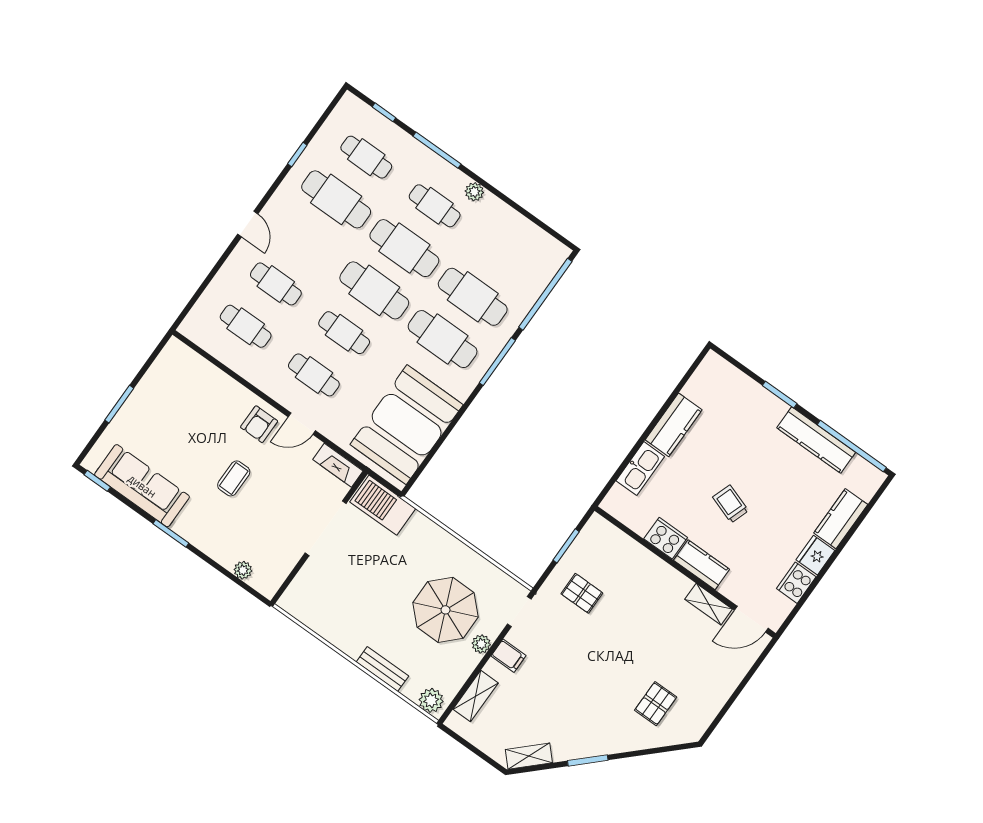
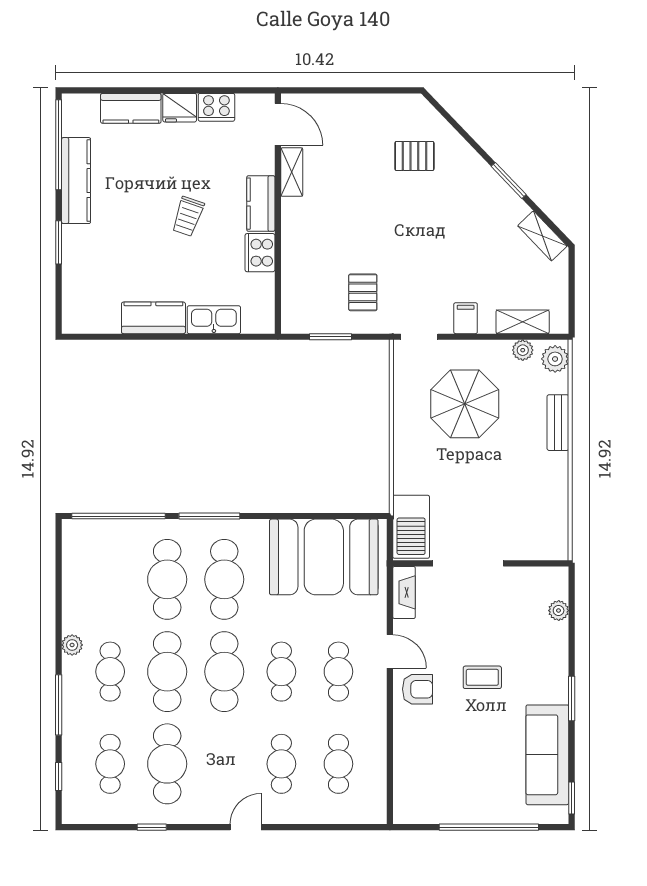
window: (119, 404) -> (489, 827), width x2.11
plant: (481, 644) -> (523, 350), moved

